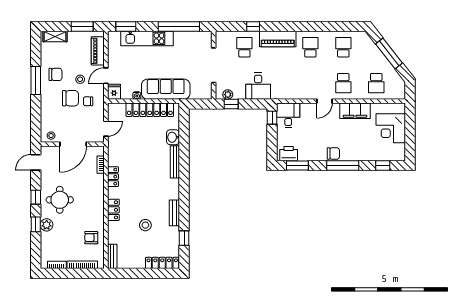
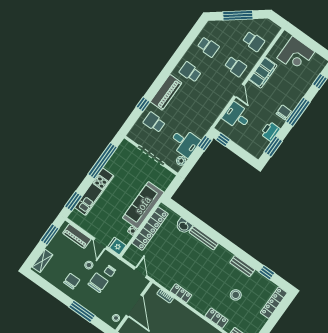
school desk: (343, 47) -> (208, 47), turned 180
window: (36, 80) -> (82, 311), moved
desk: (258, 86) -> (185, 142), moved
window: (231, 104) -> (205, 143), moved
desk: (288, 115) -> (237, 116), moved
printer: (289, 154) -> (270, 131), moved
locker: (113, 210) -> (217, 318), moved

